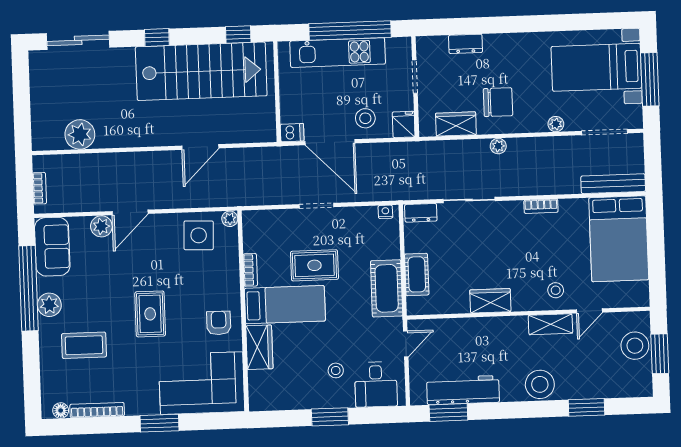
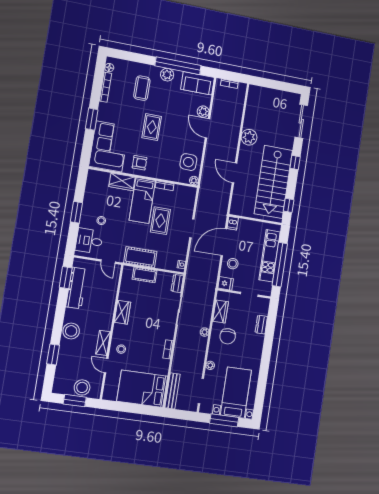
plant: (80, 134) -> (249, 137), moved
rug: (150, 314) -> (152, 127), turned 90

